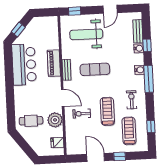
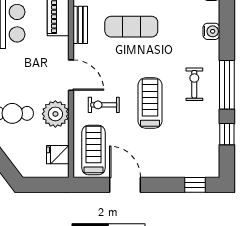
window: (149, 79) -> (227, 85), moved
treadmill: (129, 131) -> (94, 150), moved
window: (120, 156) -> (195, 185), moved

